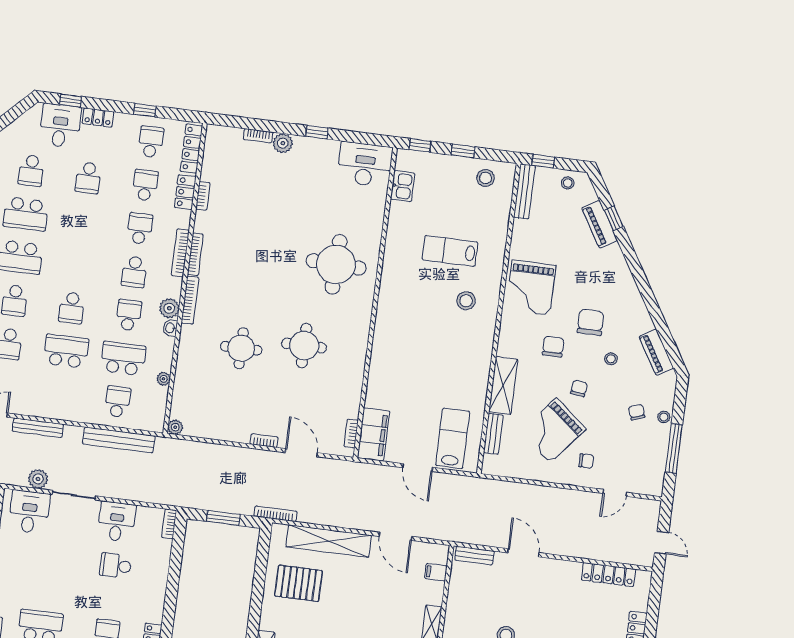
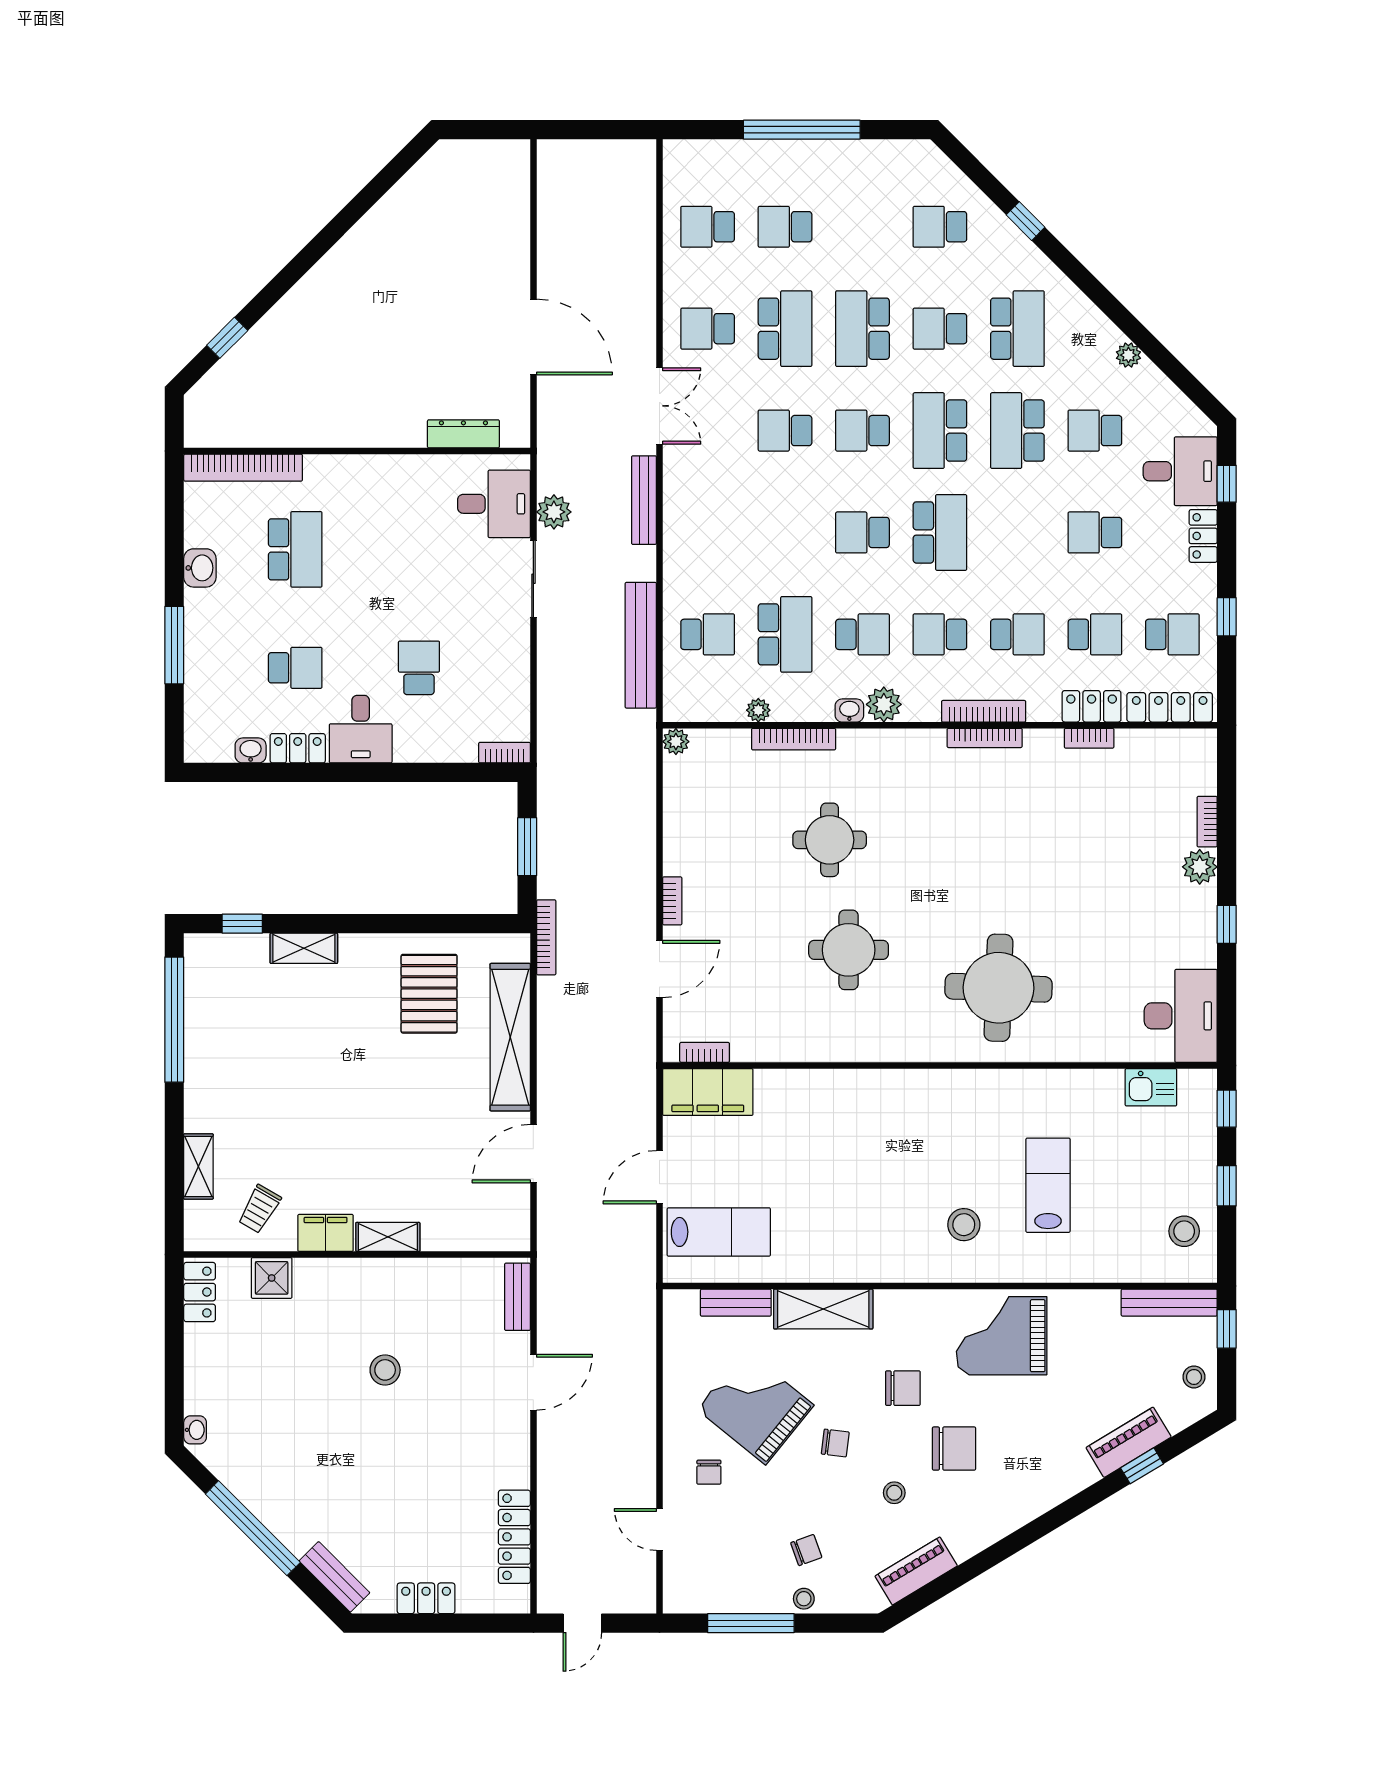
bookcase: (190, 300) -> (794, 739), moved
school desk: (66, 351) -> (940, 532), moved
desk: (117, 522) -> (361, 729), moved, turned 90
filing cabinet: (436, 572) -> (480, 1233), removed

